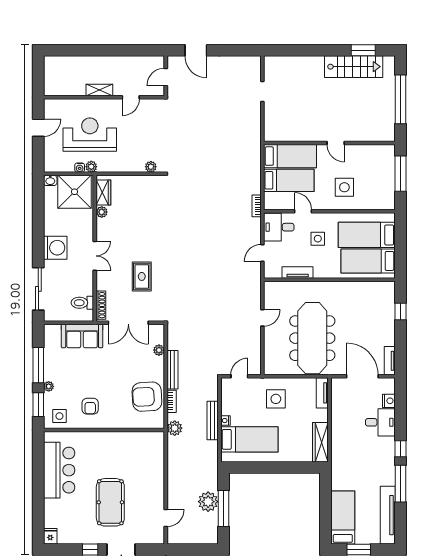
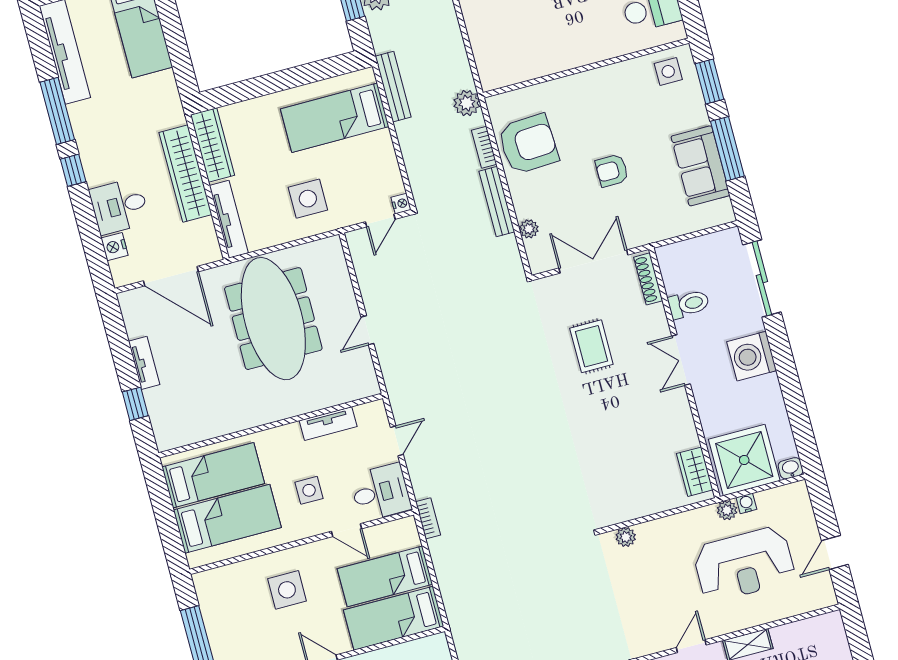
plant: (102, 212) -> (689, 438), removed
toilet: (82, 303) -> (689, 304), moved
sofa: (82, 336) -> (700, 166), moved, turned -90
tv unit: (390, 361) -> (144, 363), moved
plant: (49, 386) -> (700, 117), removed
tv unit: (322, 393) -> (229, 219), width x1.41
armchair: (90, 406) -> (612, 171), moved, turned -90
bench: (213, 420) -> (393, 87), moved
nightstand: (225, 421) -> (401, 204), moved
wardrobe: (339, 431) -> (185, 174), added

